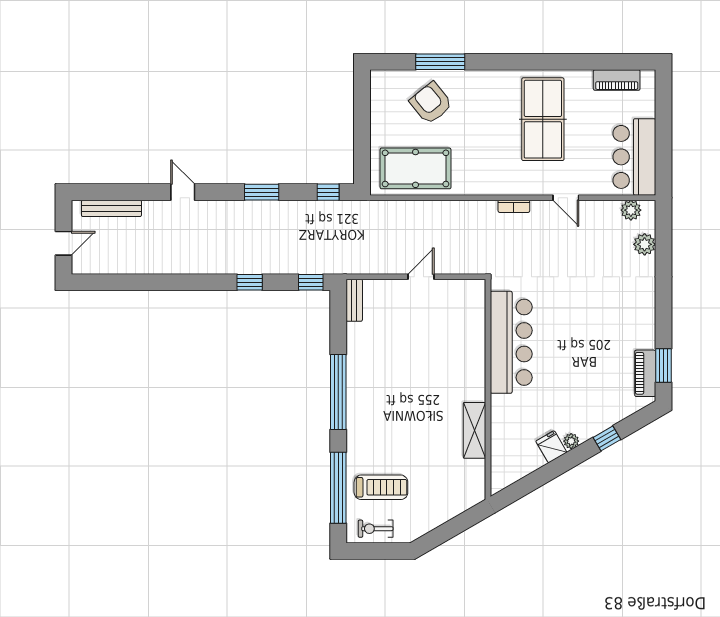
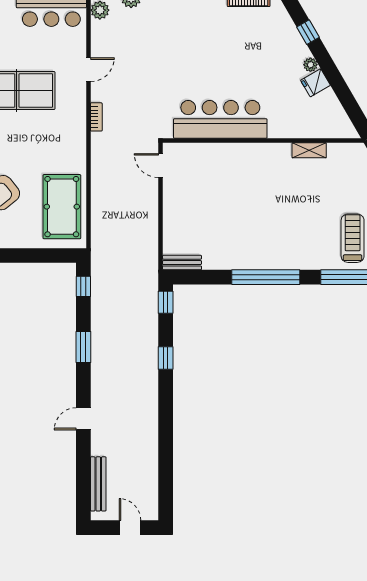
door: (421, 277) -> (161, 166), moved
shelving: (474, 430) -> (309, 150), width x0.67, depth x0.75

